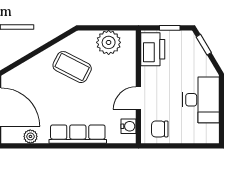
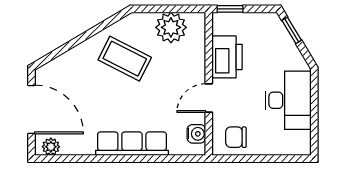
window: (170, 28) -> (230, 9), moved
printer: (153, 49) -> (227, 57), moved
plant: (30, 136) -> (51, 147), moved

